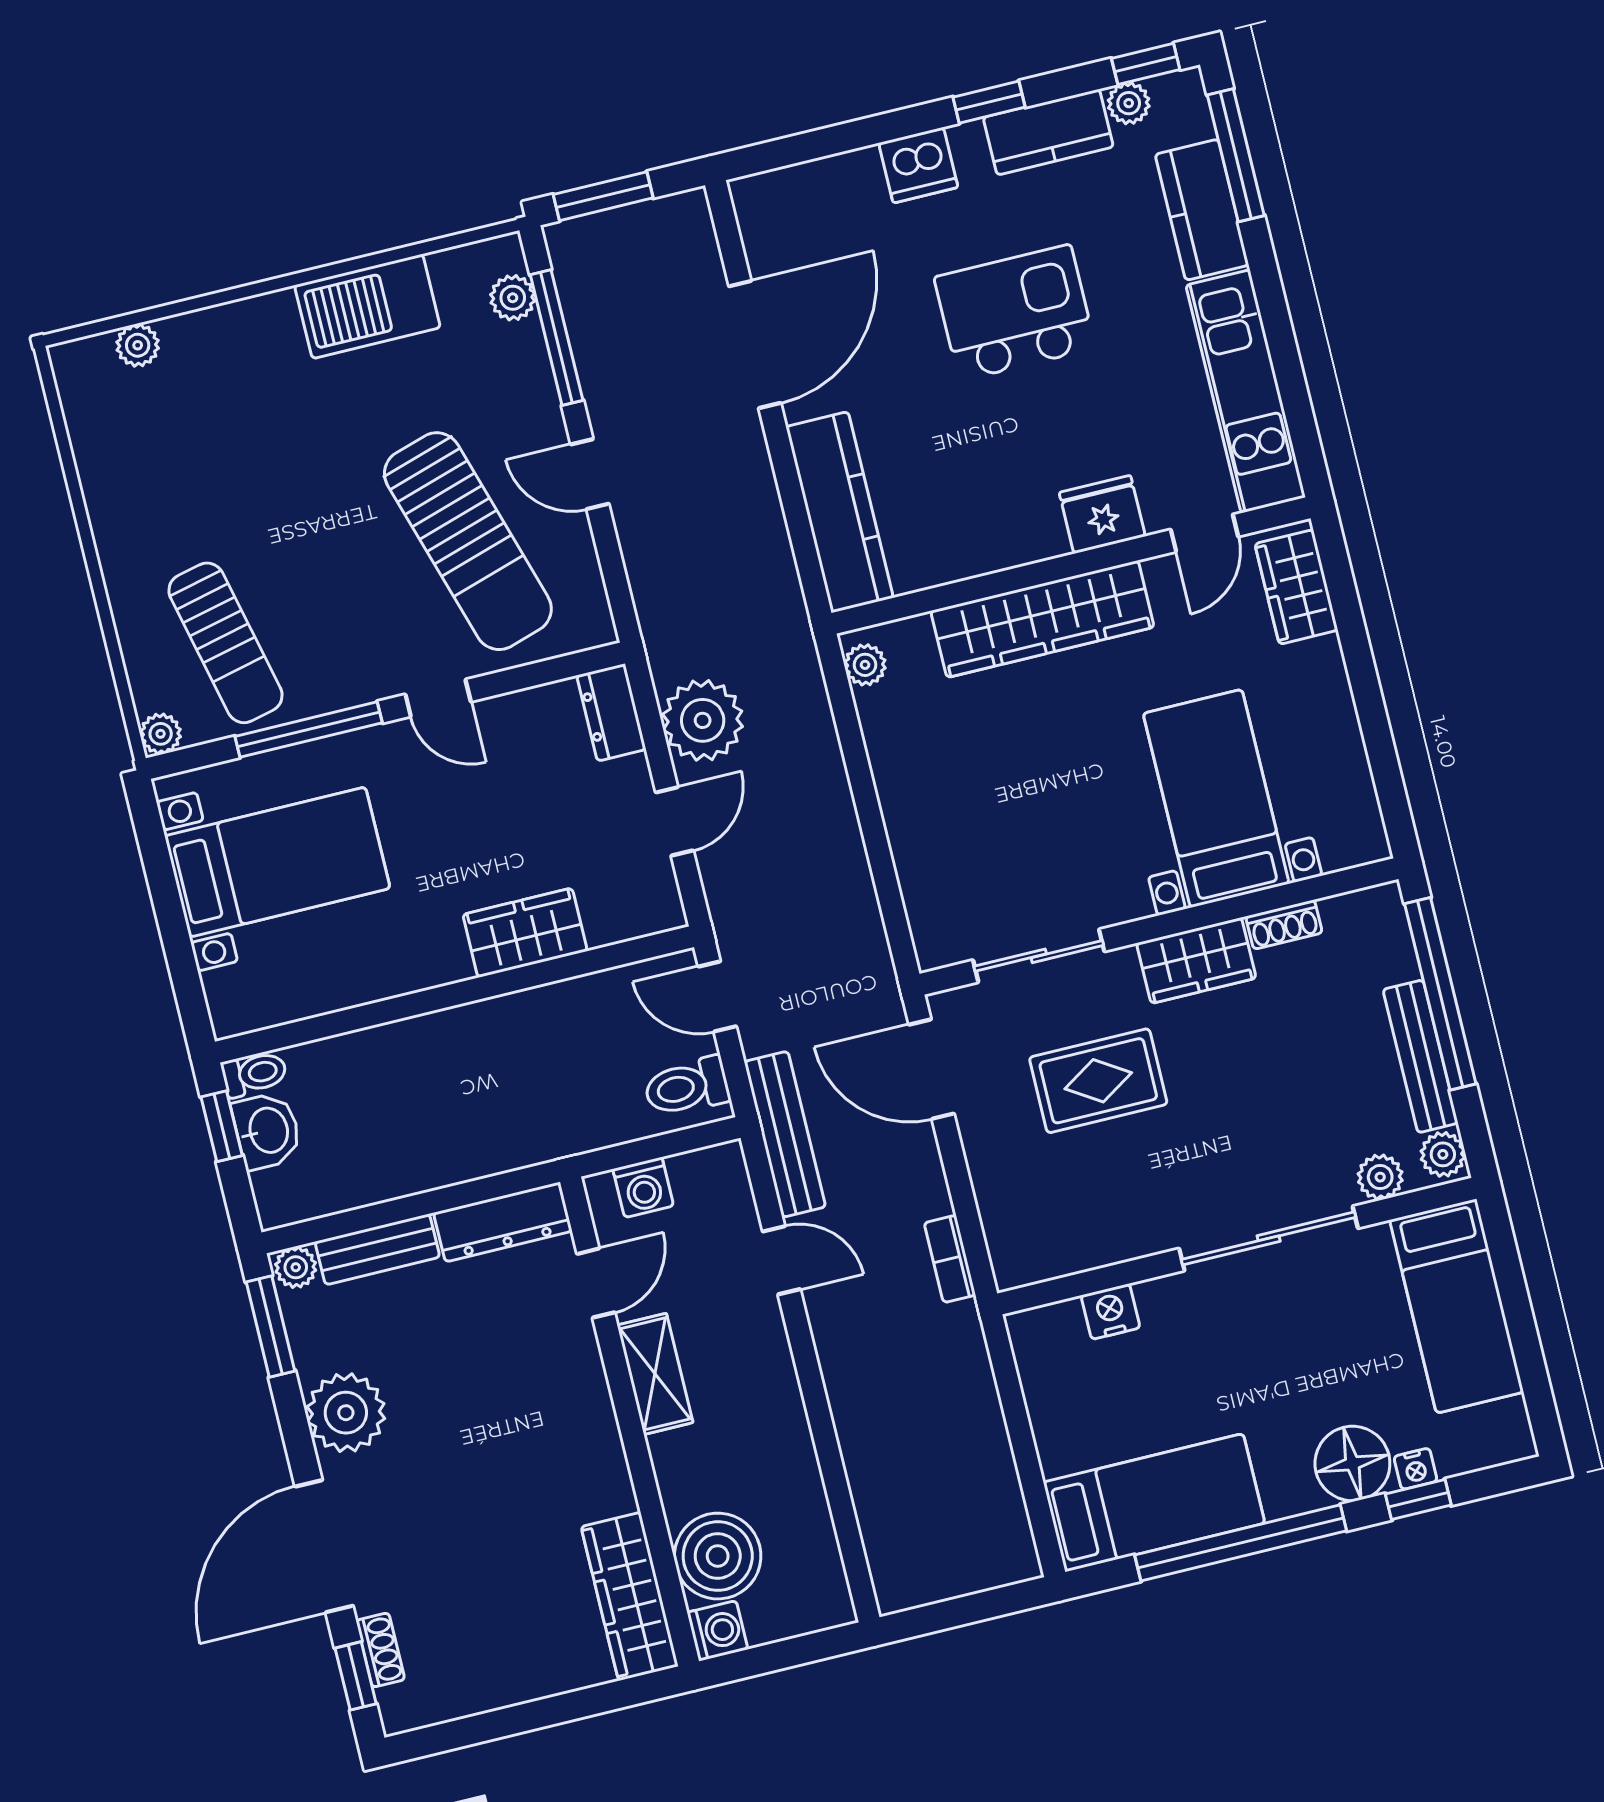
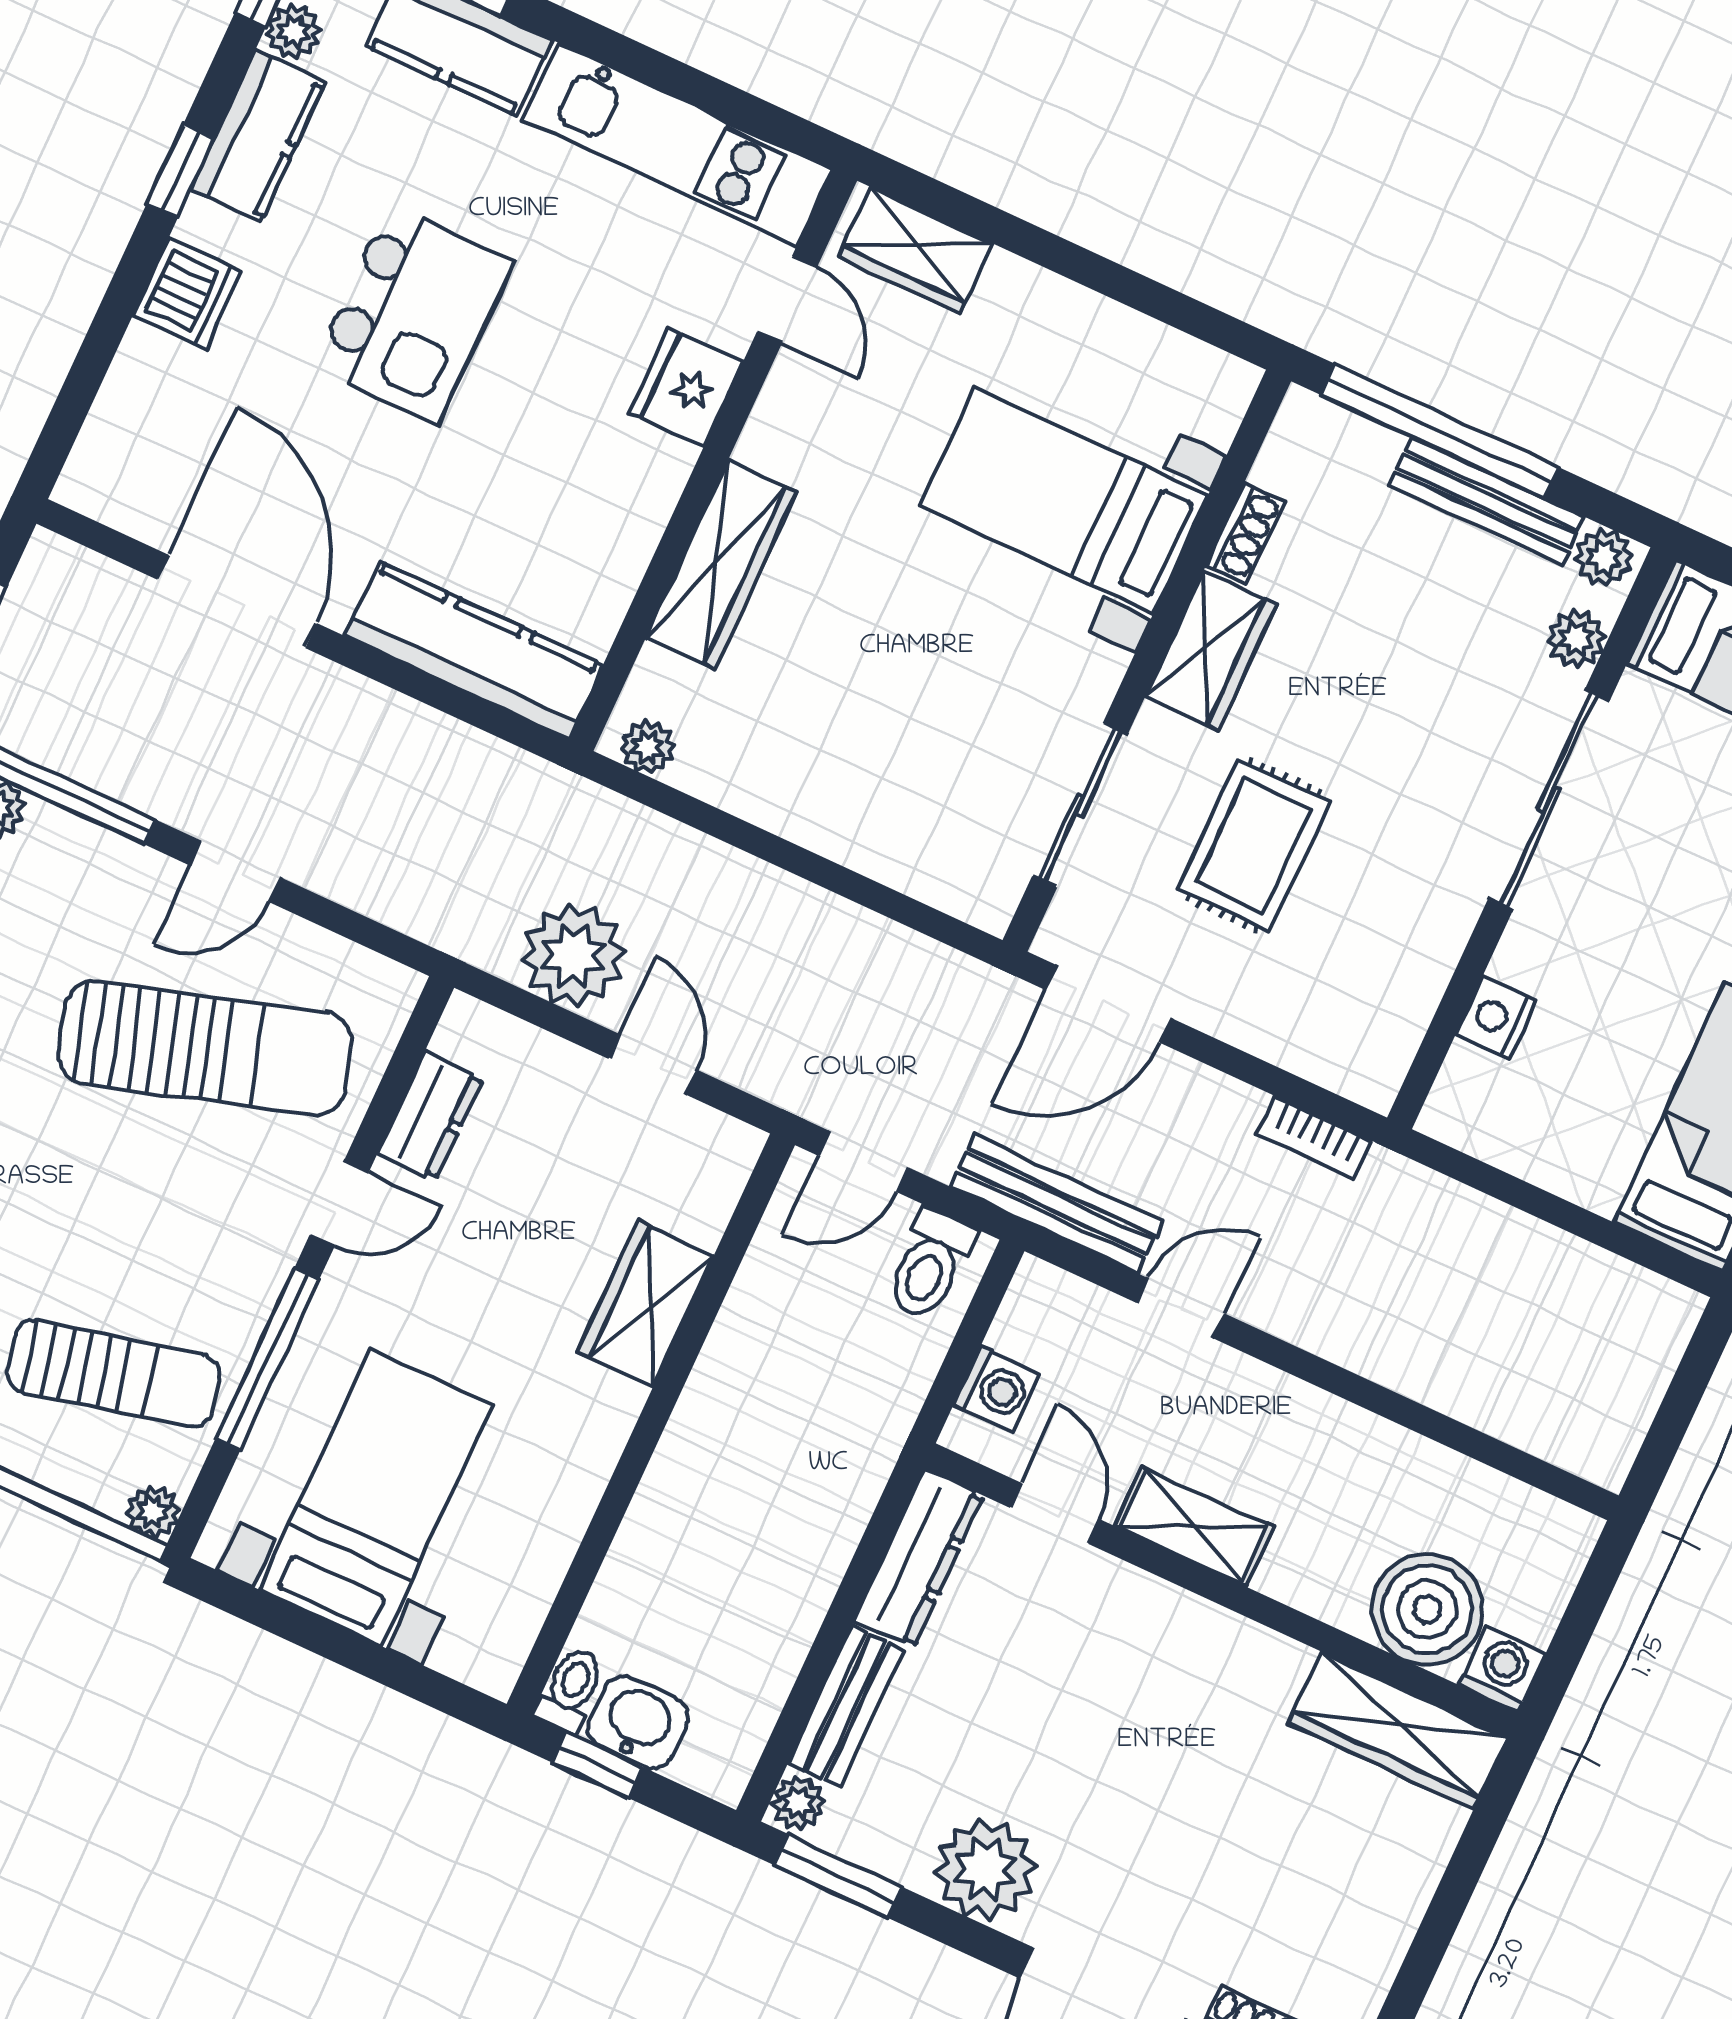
kitchen island: (1015, 313) -> (413, 314), turned 180
wardrobe: (1042, 619) -> (721, 565), width x0.71, depth x0.85
dresser: (611, 712) -> (430, 1116), moved, turned -90

